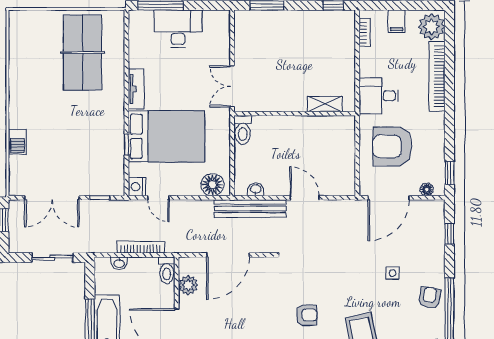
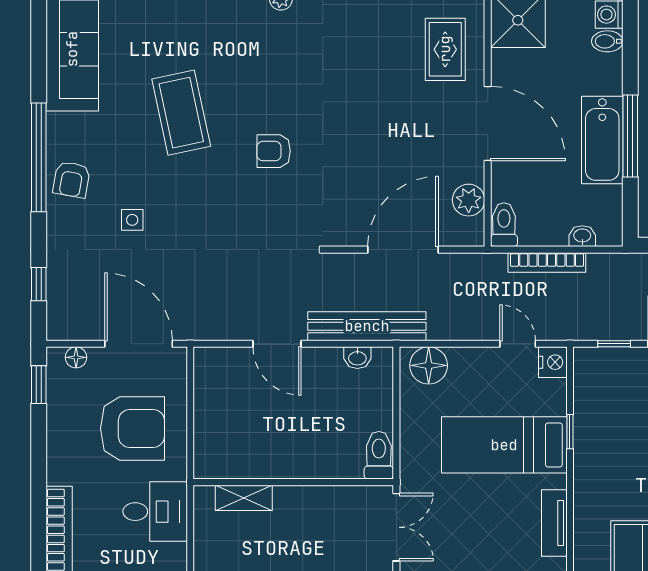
bed: (166, 136) -> (504, 445), width x0.67
door: (389, 198) -> (139, 344), hinge flipped

